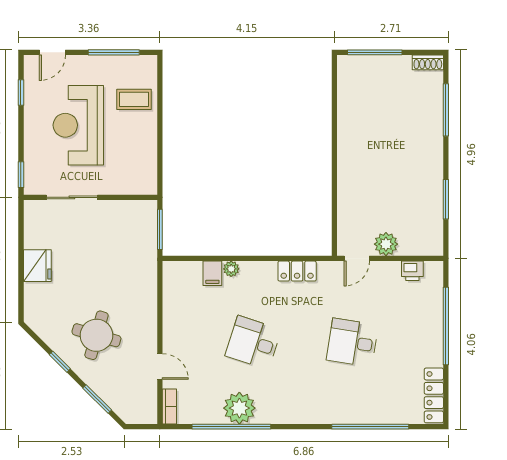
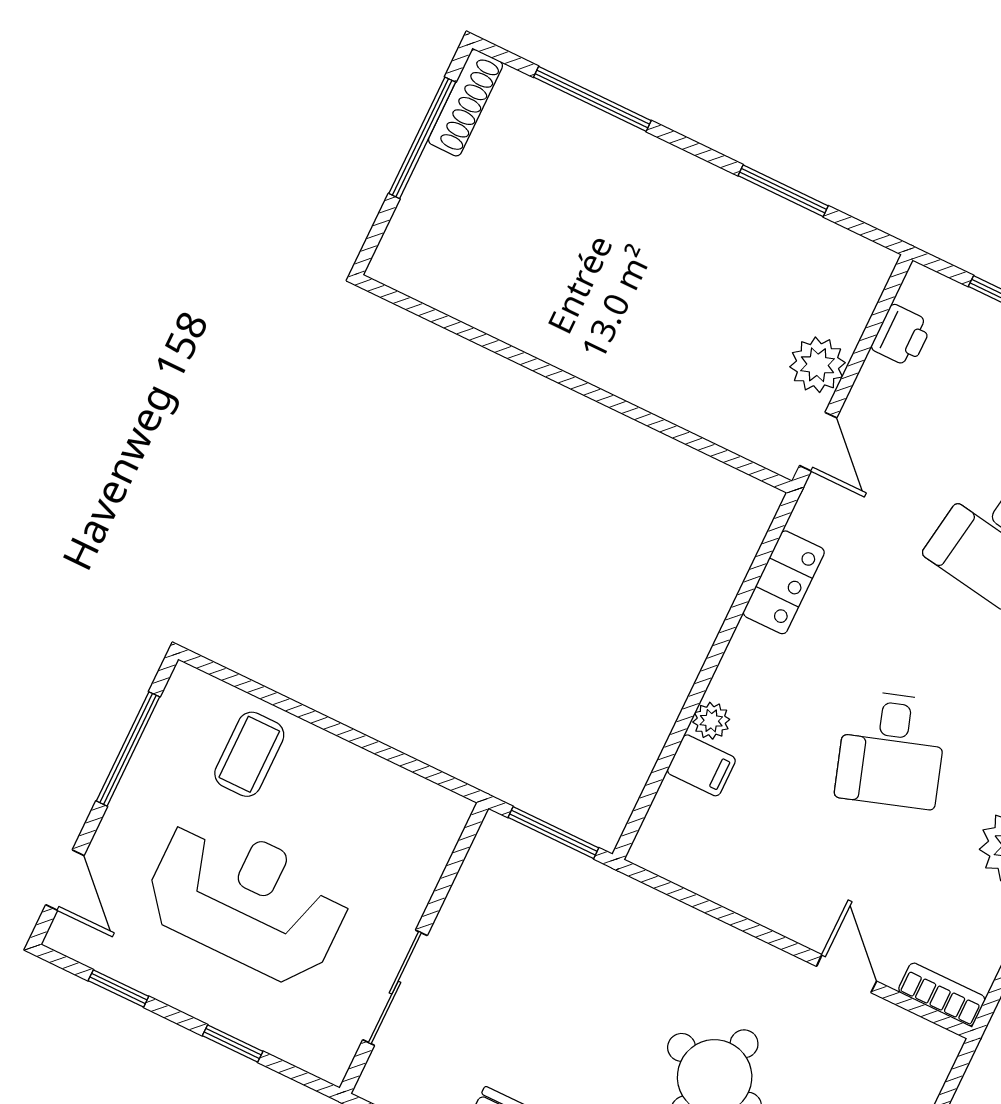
window: (375, 52) -> (422, 138), moved
shoe rack: (428, 62) -> (465, 103), width x1.43
reception desk: (78, 125) -> (247, 900), turned 180
window: (21, 175) -> (233, 1043), moved
desk: (253, 343) -> (891, 749), turned -36
door: (160, 366) -> (846, 974), hinge flipped

